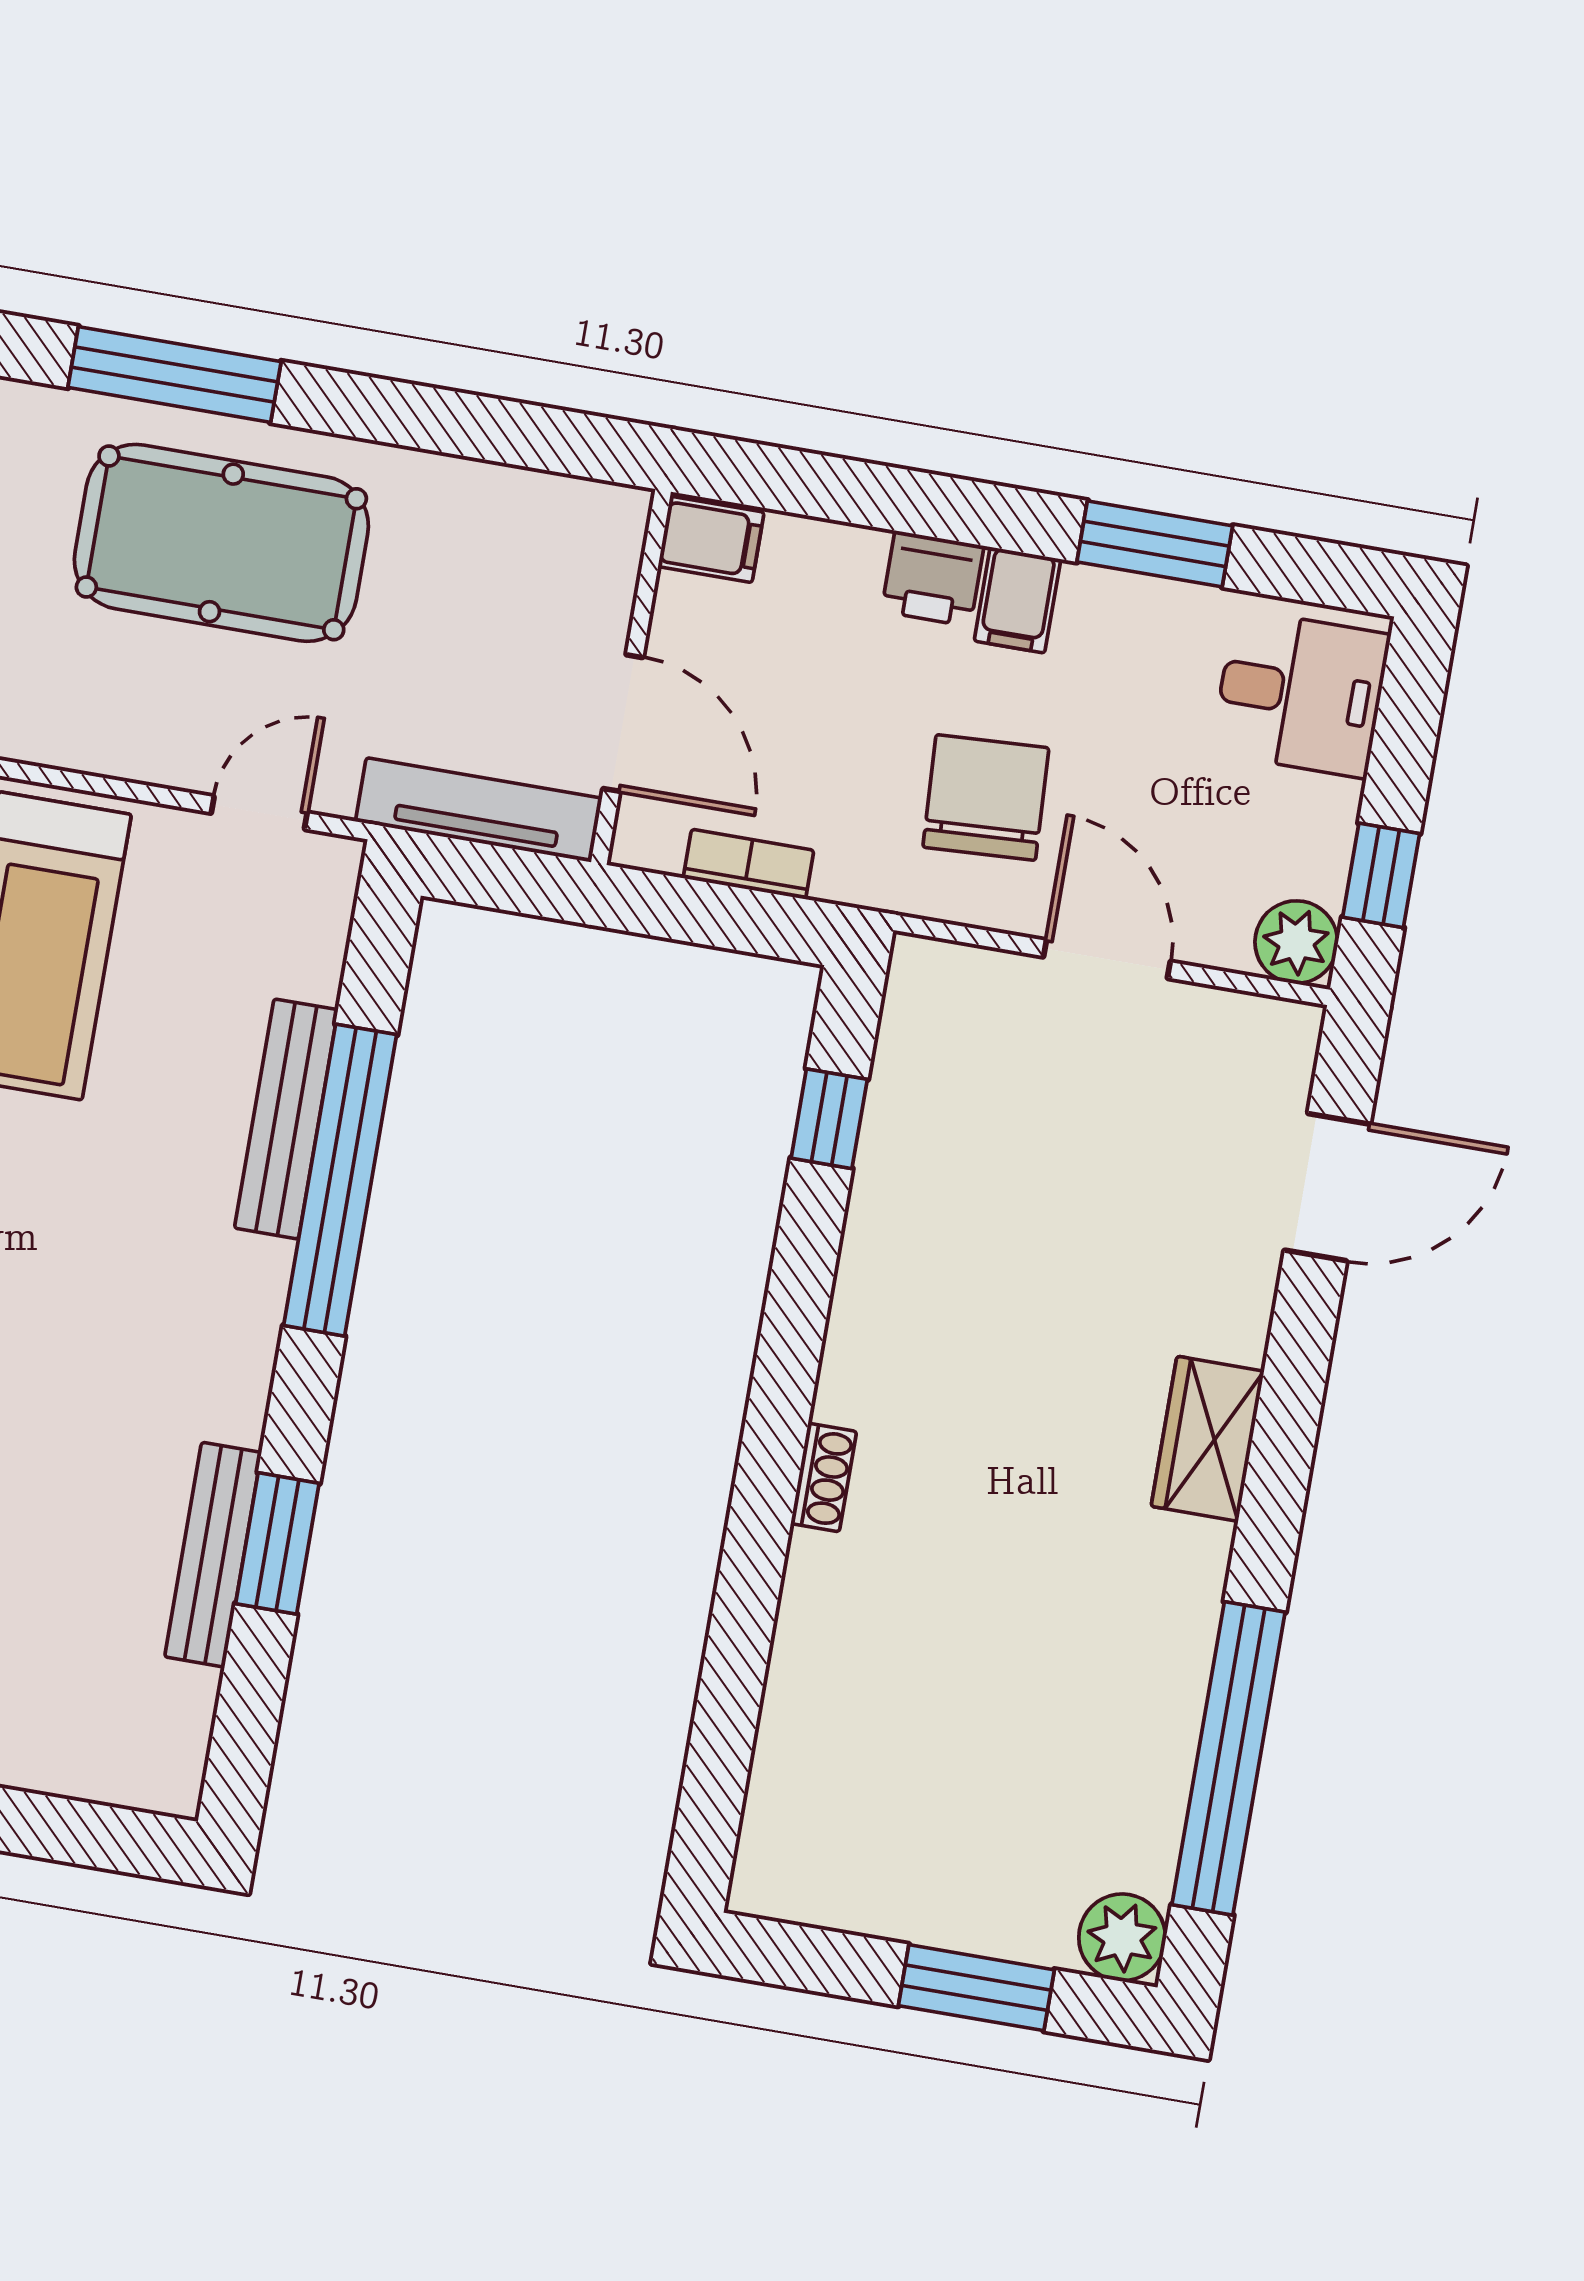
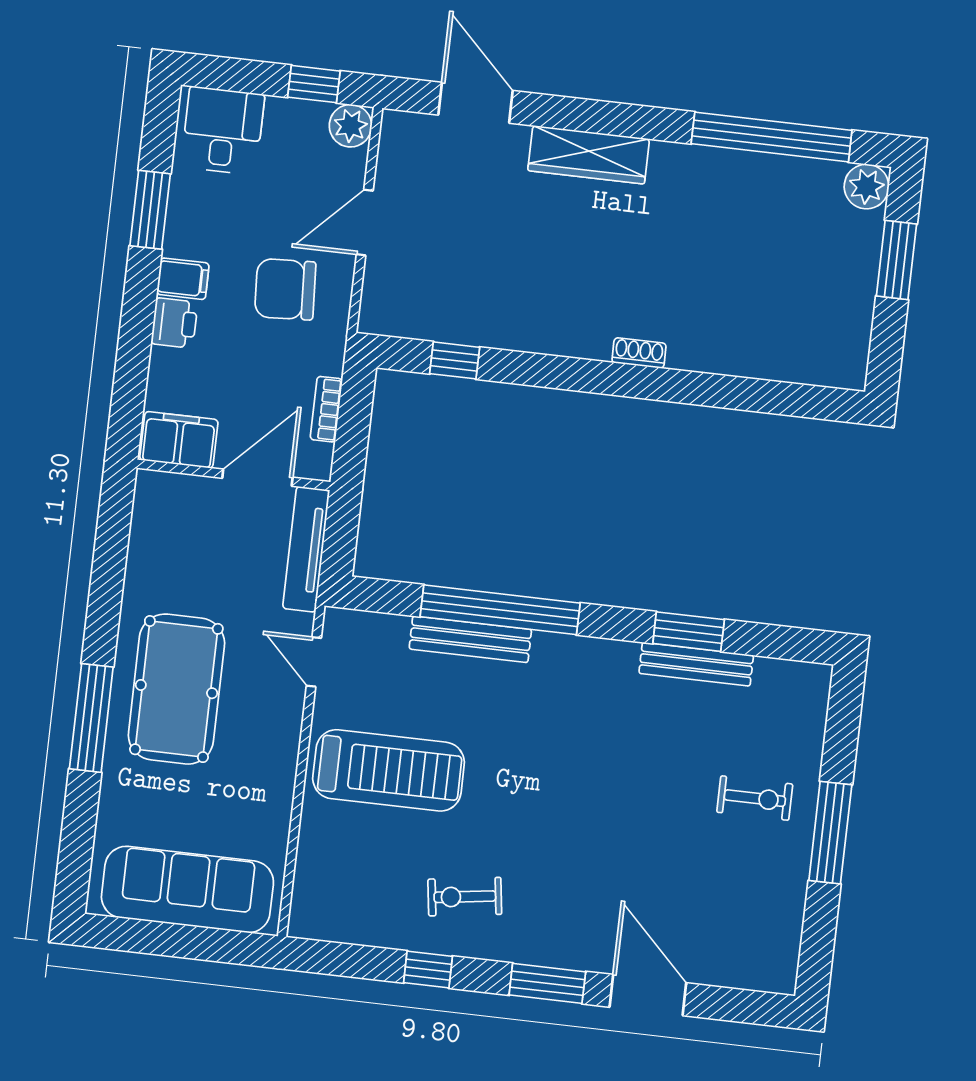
filing cabinet: (711, 539) -> (179, 440), width x2.00
wardrobe: (1208, 1439) -> (589, 155), width x1.50

